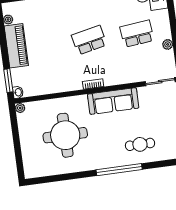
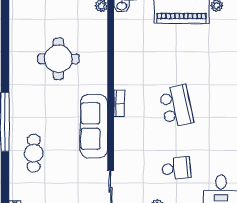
school desk: (137, 34) -> (176, 168), width x0.54
round table: (65, 135) -> (58, 59), width x0.73, depth x0.73

